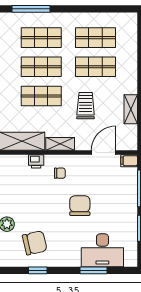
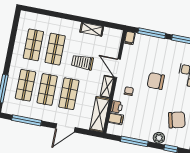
door: (104, 152) -> (117, 68), moved
filing cabinet: (21, 164) -> (116, 119), added
chair: (35, 243) -> (177, 120), turned 89

